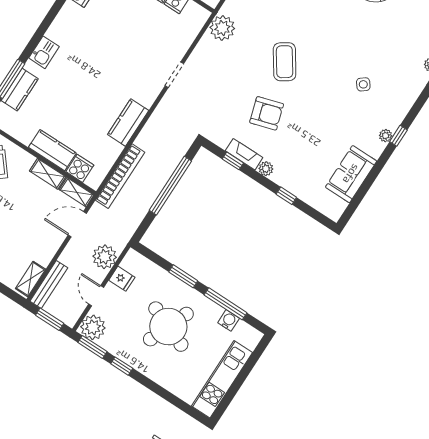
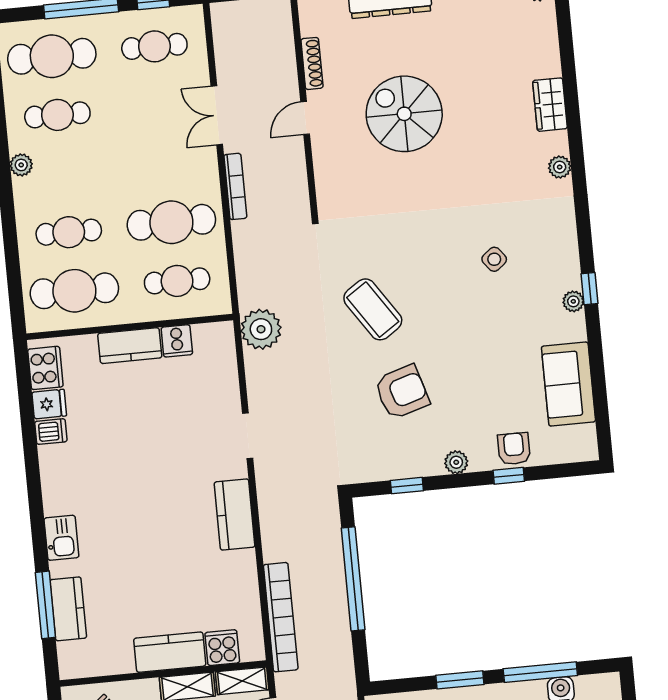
kitchen counter: (128, 123) -> (235, 515), moved
fireplace: (244, 154) -> (414, 466), removed
armchair: (299, 184) -> (514, 449), added

